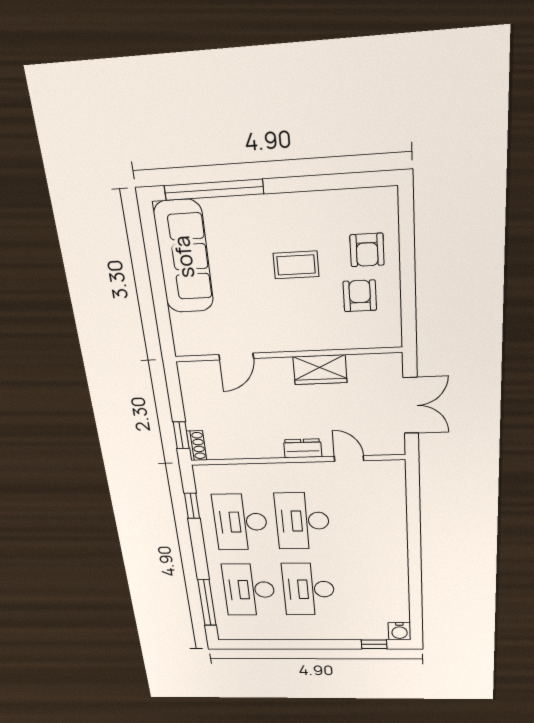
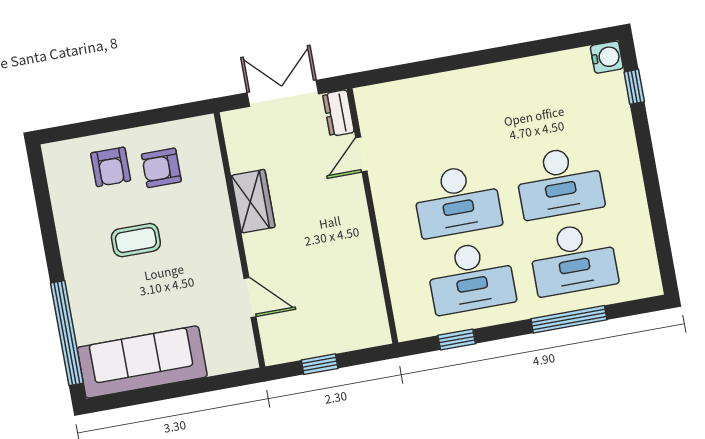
armchair: (367, 250) -> (111, 167), turned 90
coffee table: (296, 265) -> (136, 240), turned 90
window: (181, 435) -> (320, 364), moved
shoe rack: (197, 446) -> (371, 338), removed
dresser: (303, 448) -> (338, 113), moved
window: (207, 603) -> (569, 319), moved

